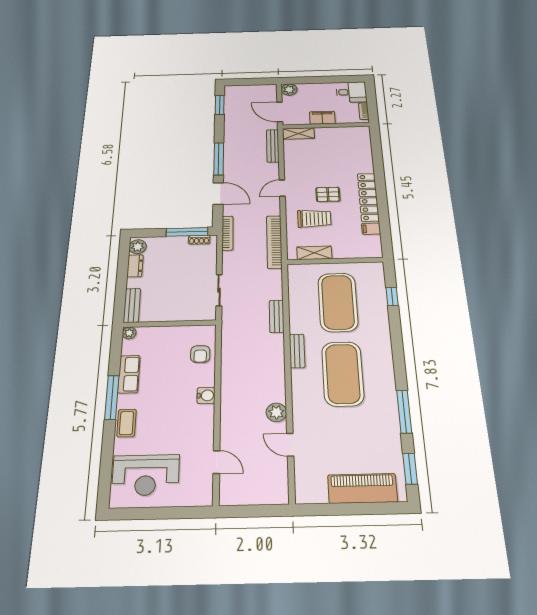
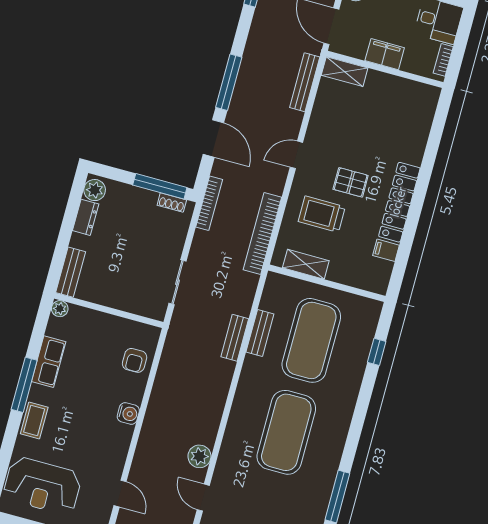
trolley: (314, 219) -> (322, 214), turned 180
bench: (297, 351) -> (260, 333), moved

